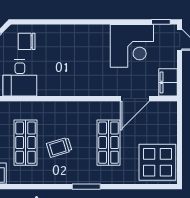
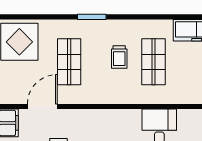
trolley: (59, 147) -> (119, 57), turned 107

